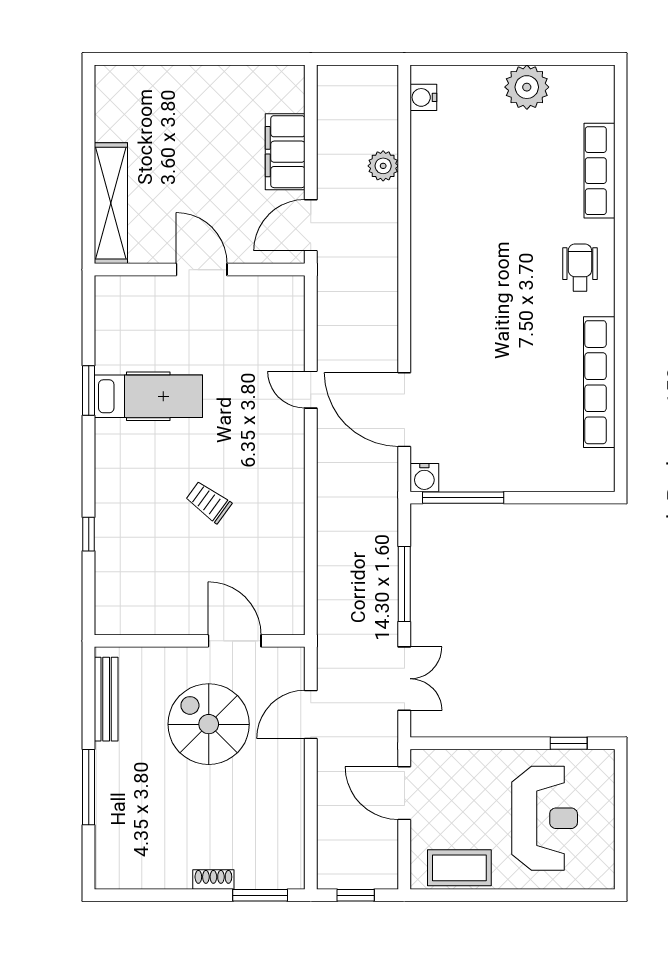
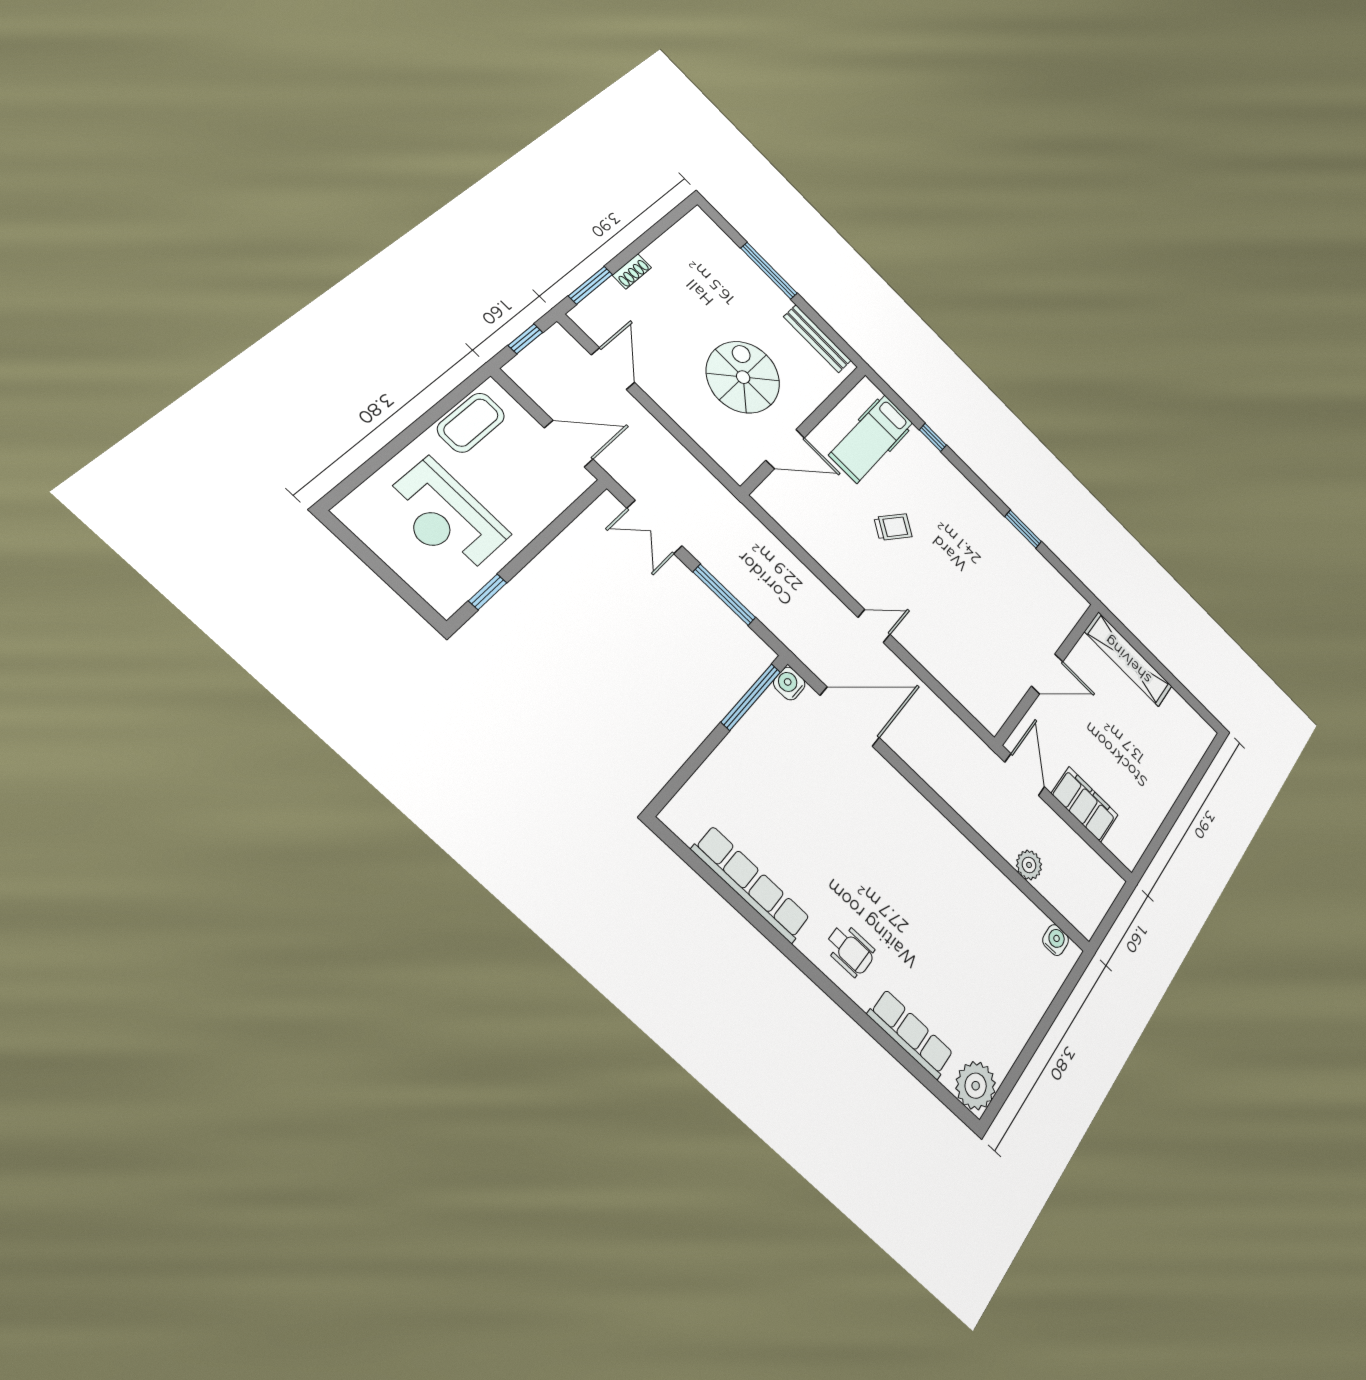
plant: (527, 87) -> (976, 1086), moved
door: (311, 390) -> (874, 626), moved
hospital bed: (148, 396) -> (871, 439), moved
door: (311, 715) -> (613, 369), moved
spiral stairs: (209, 724) -> (743, 377), turned -90

